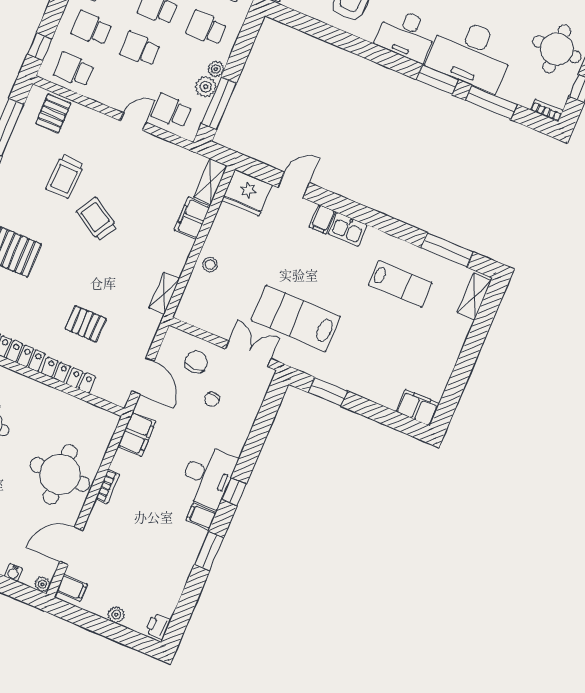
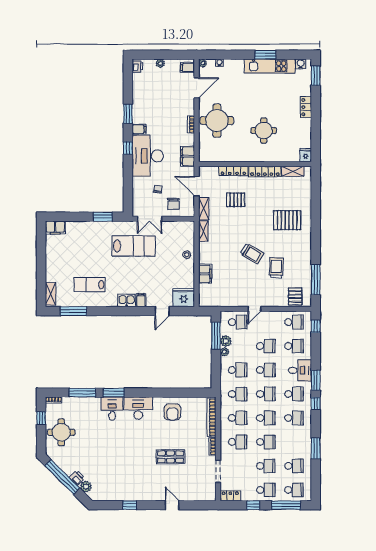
desk: (471, 54) -> (112, 409), width x0.53, depth x0.77
shelving: (210, 182) -> (204, 209), moved
desk: (208, 476) -> (148, 156), width x1.36, depth x1.30

